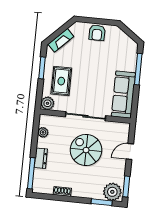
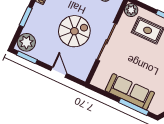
sofa: (123, 95) -> (130, 92), moved
window: (102, 202) -> (26, 17), moved

